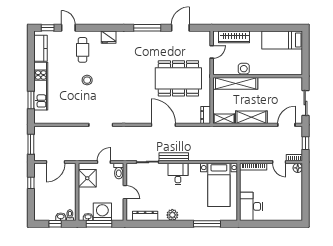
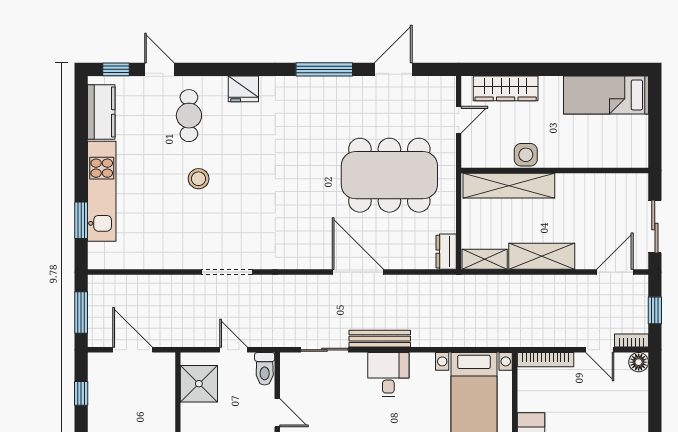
door: (55, 162) -> (132, 350), swing flipped
door: (104, 162) -> (234, 350), hinge flipped

